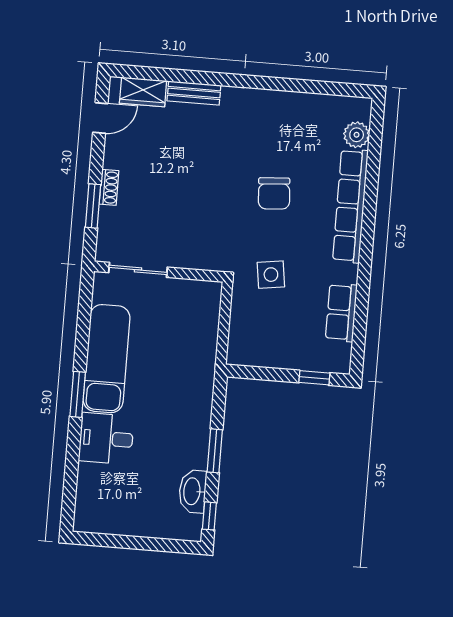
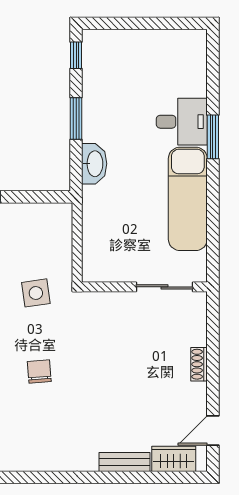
chair: (274, 193) -> (39, 372), width x0.73, depth x0.73
window: (93, 206) -> (213, 345), removed
window: (78, 394) -> (213, 137), moved
washbasin: (193, 491) -> (94, 164), moved

